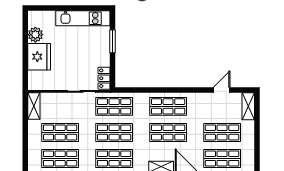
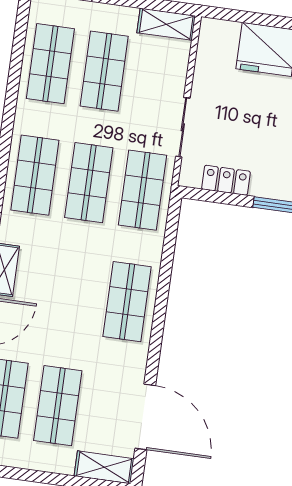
locker: (104, 78) -> (226, 180), moved
door: (222, 90) -> (145, 417), width x1.88
shop shelf: (168, 132) -> (73, 294), removed

